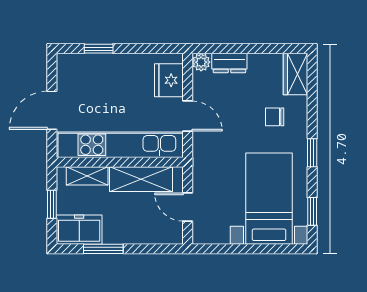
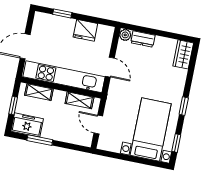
fridge: (169, 80) -> (85, 30), moved, turned -90
chair: (275, 117) -> (165, 79), removed
shelving: (141, 179) -> (79, 100), width x0.67, depth x0.75

